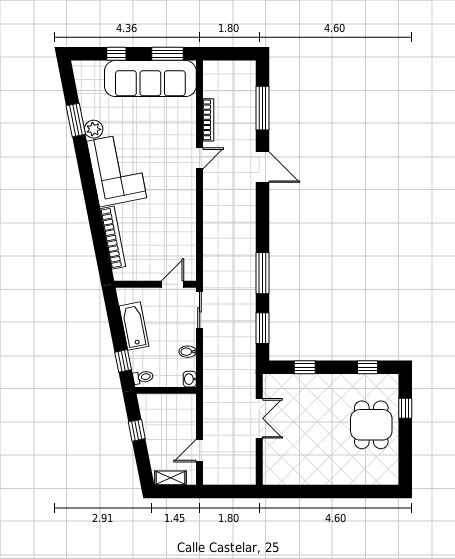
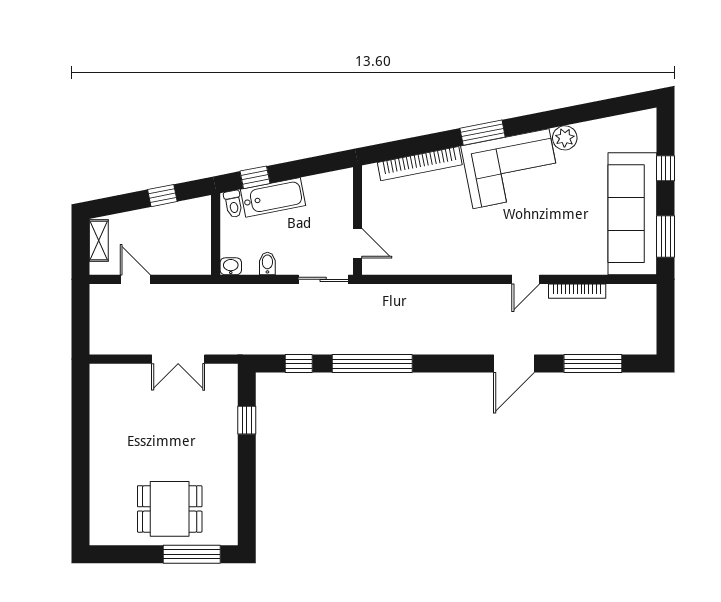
window: (76, 120) -> (483, 133), moved
door: (200, 158) -> (526, 279), hinge flipped
window: (263, 273) -> (372, 364), width x1.46
bathtub: (134, 326) -> (273, 197), moved
window: (263, 328) -> (299, 364), width x0.67
window: (367, 367) -> (247, 504), removed
window: (405, 408) -> (192, 554), width x2.17

